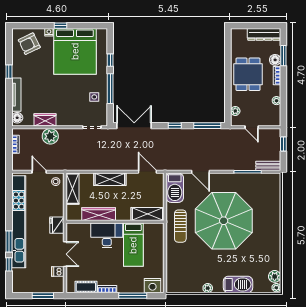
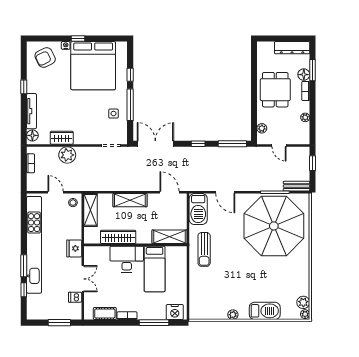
parasol: (224, 221) -> (274, 226), moved

